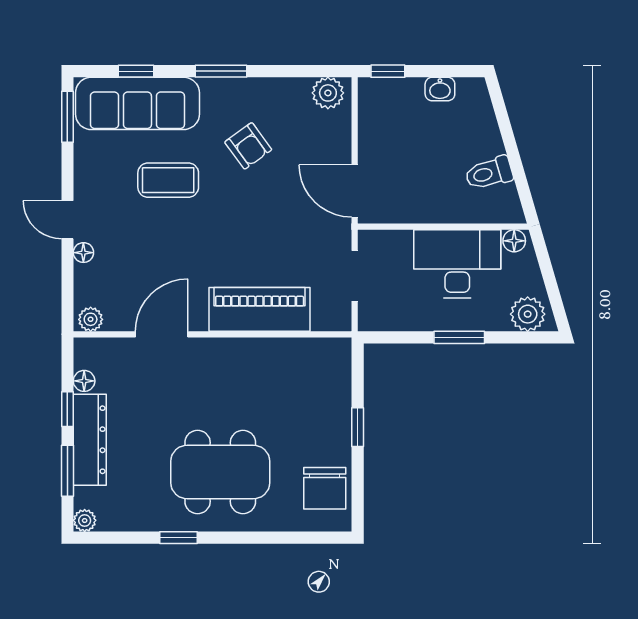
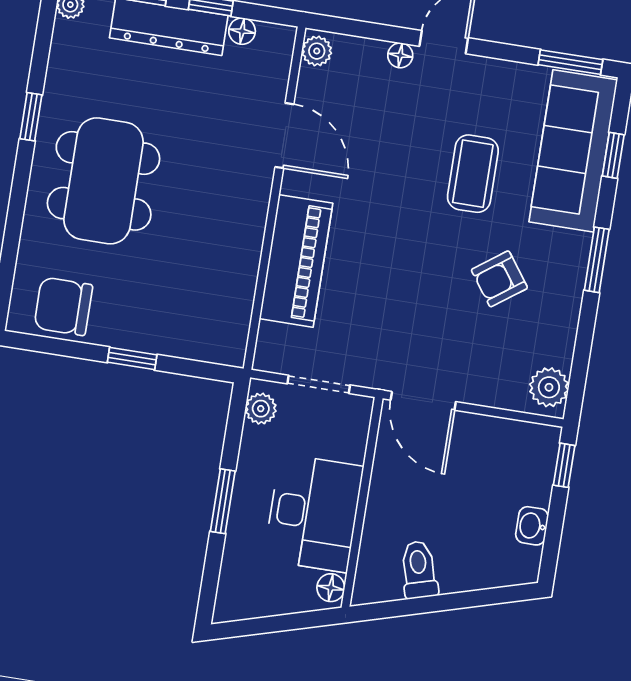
door: (355, 191) -> (423, 401), swing flipped
plant: (528, 314) -> (261, 409), moved, width x0.73, depth x0.73

